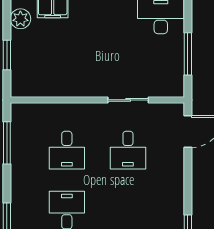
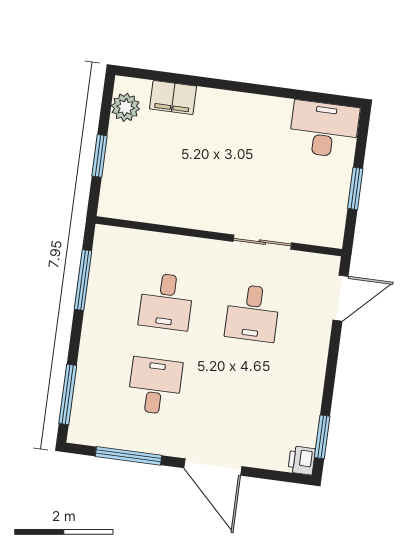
window: (188, 54) -> (355, 188), width x0.69

